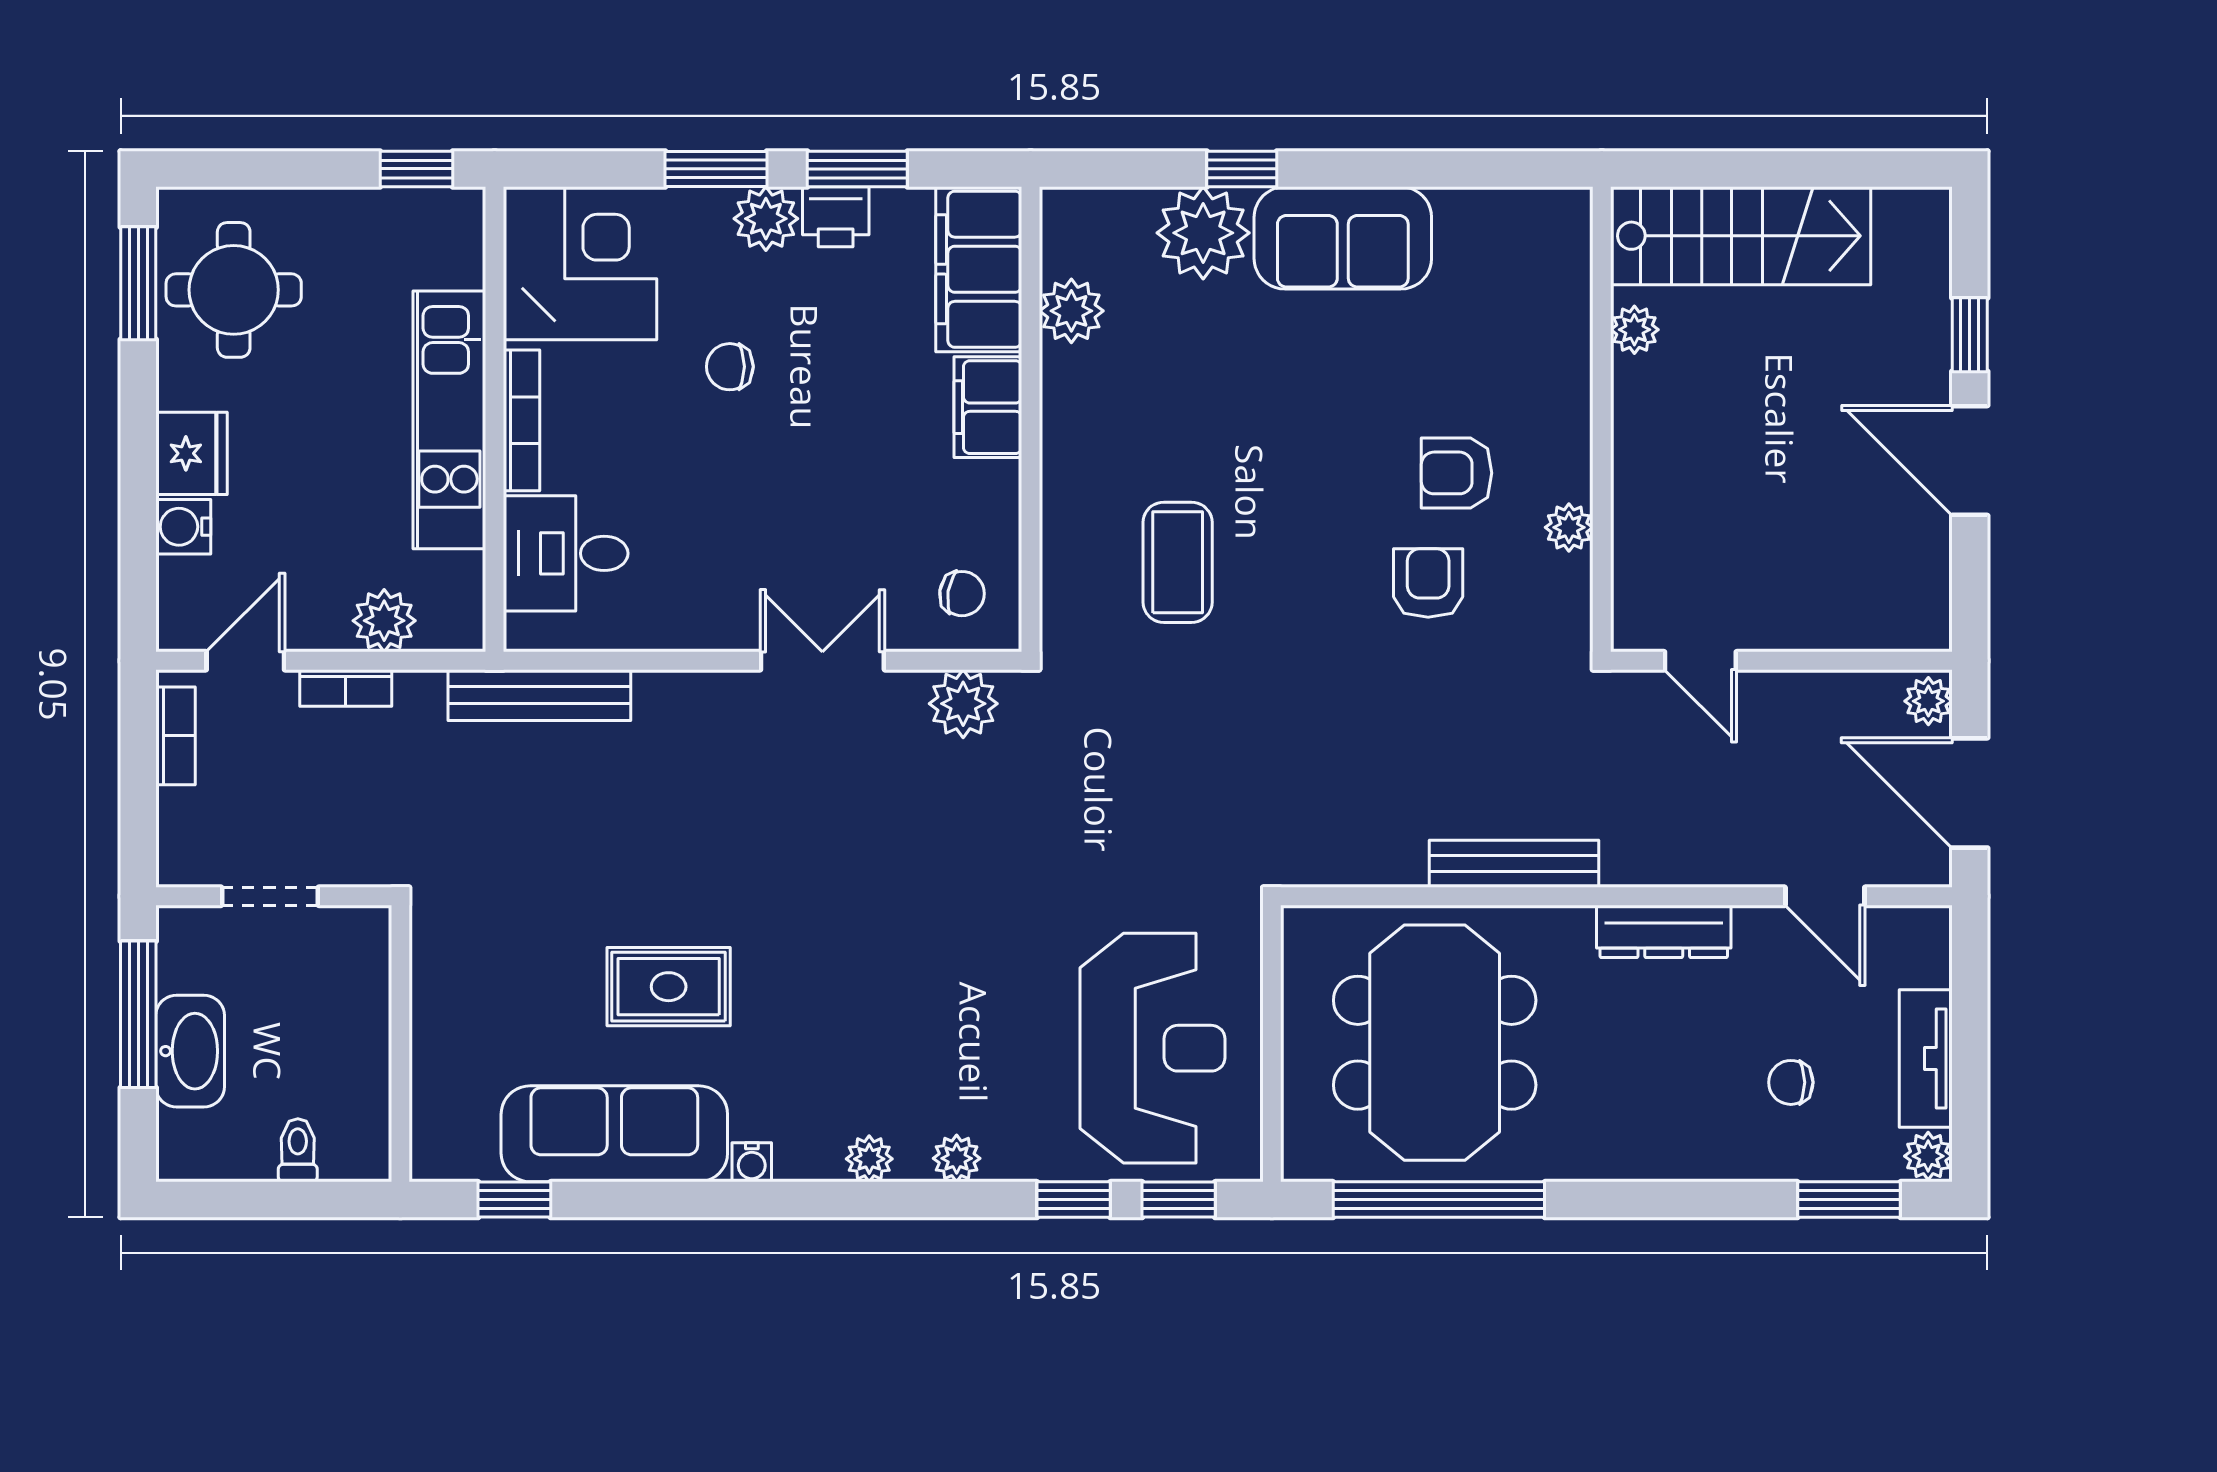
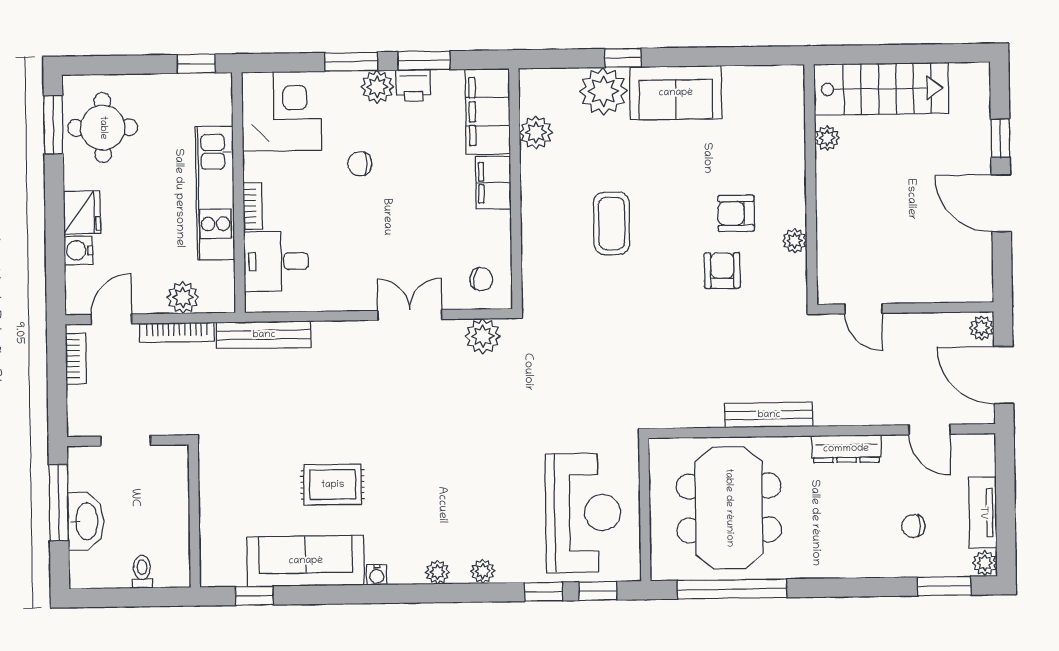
bookcase: (521, 420) -> (253, 206), width x0.64
coffee table: (1178, 562) -> (612, 223), moved
bookcase: (346, 688) -> (177, 332), width x1.56

